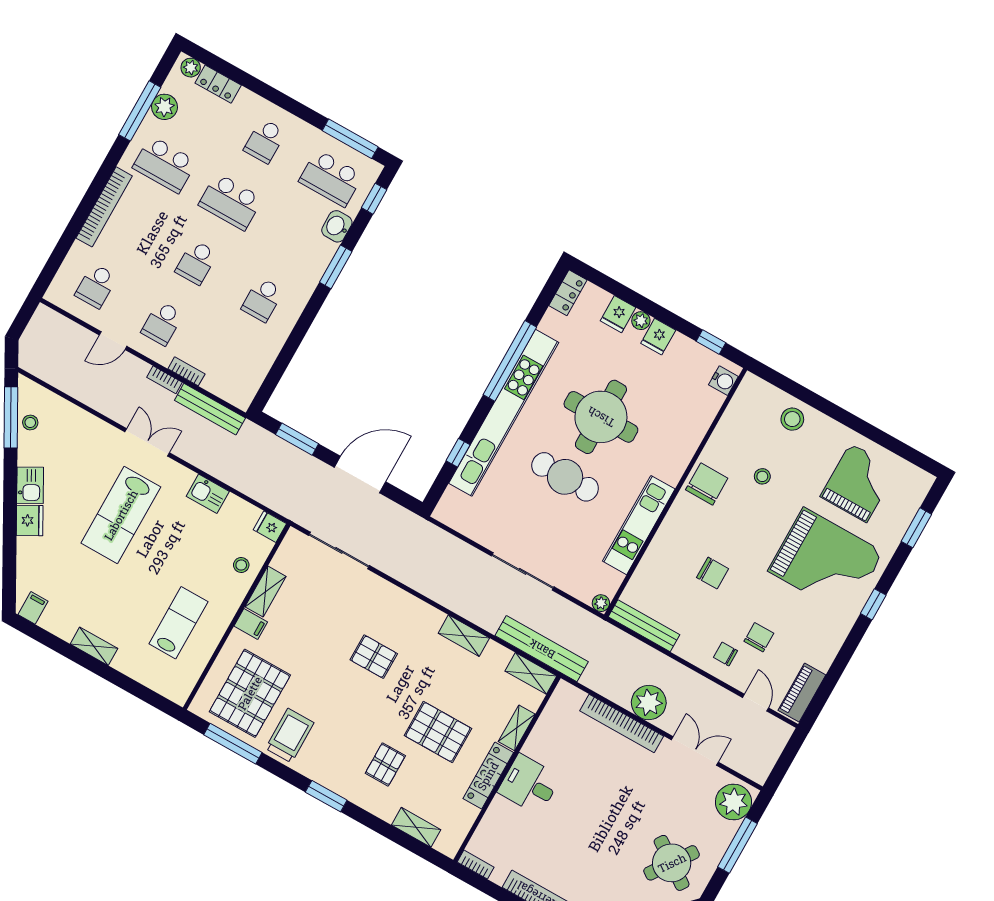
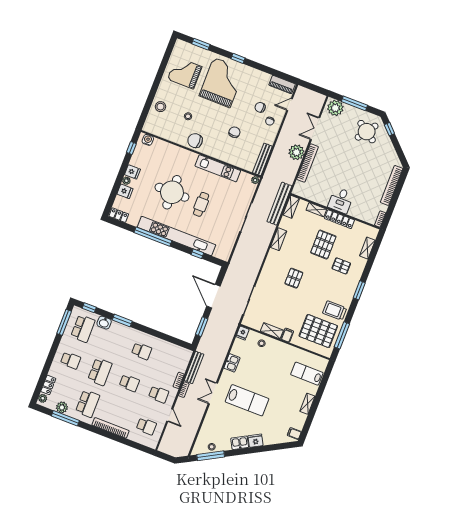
cafe table: (565, 477) -> (201, 204), width x0.73, depth x0.74
lab bench: (178, 623) -> (307, 374), moved

